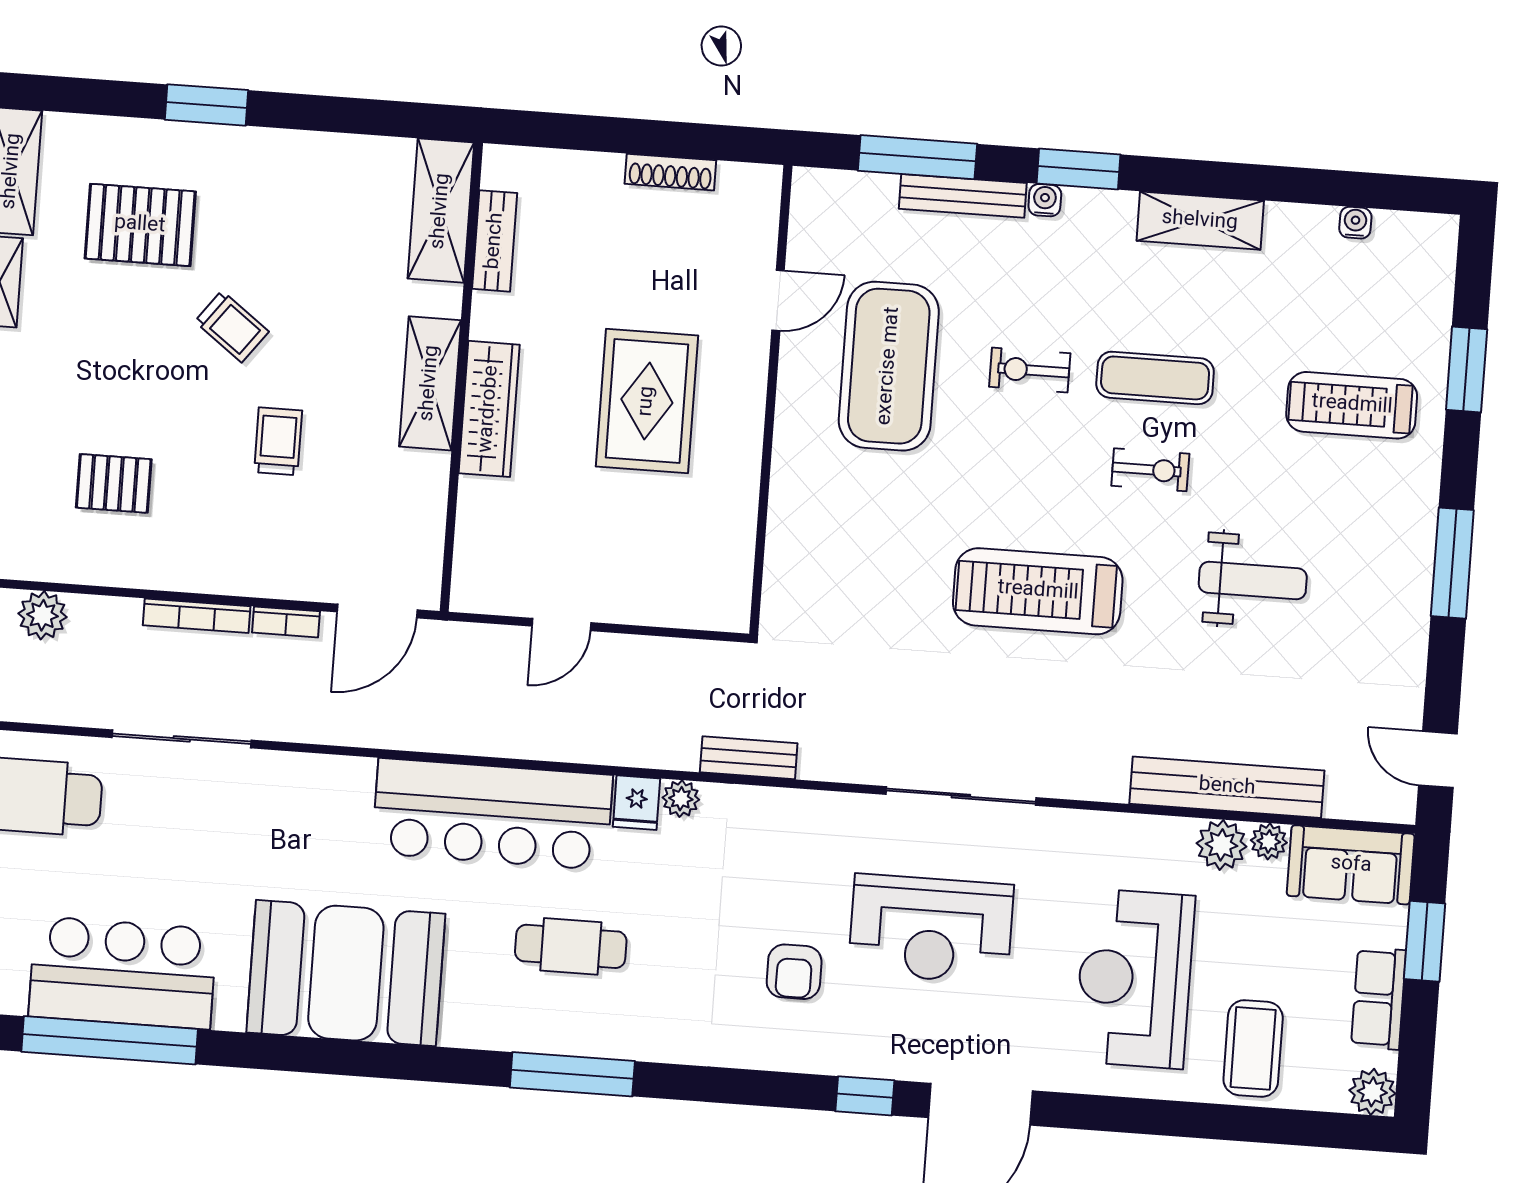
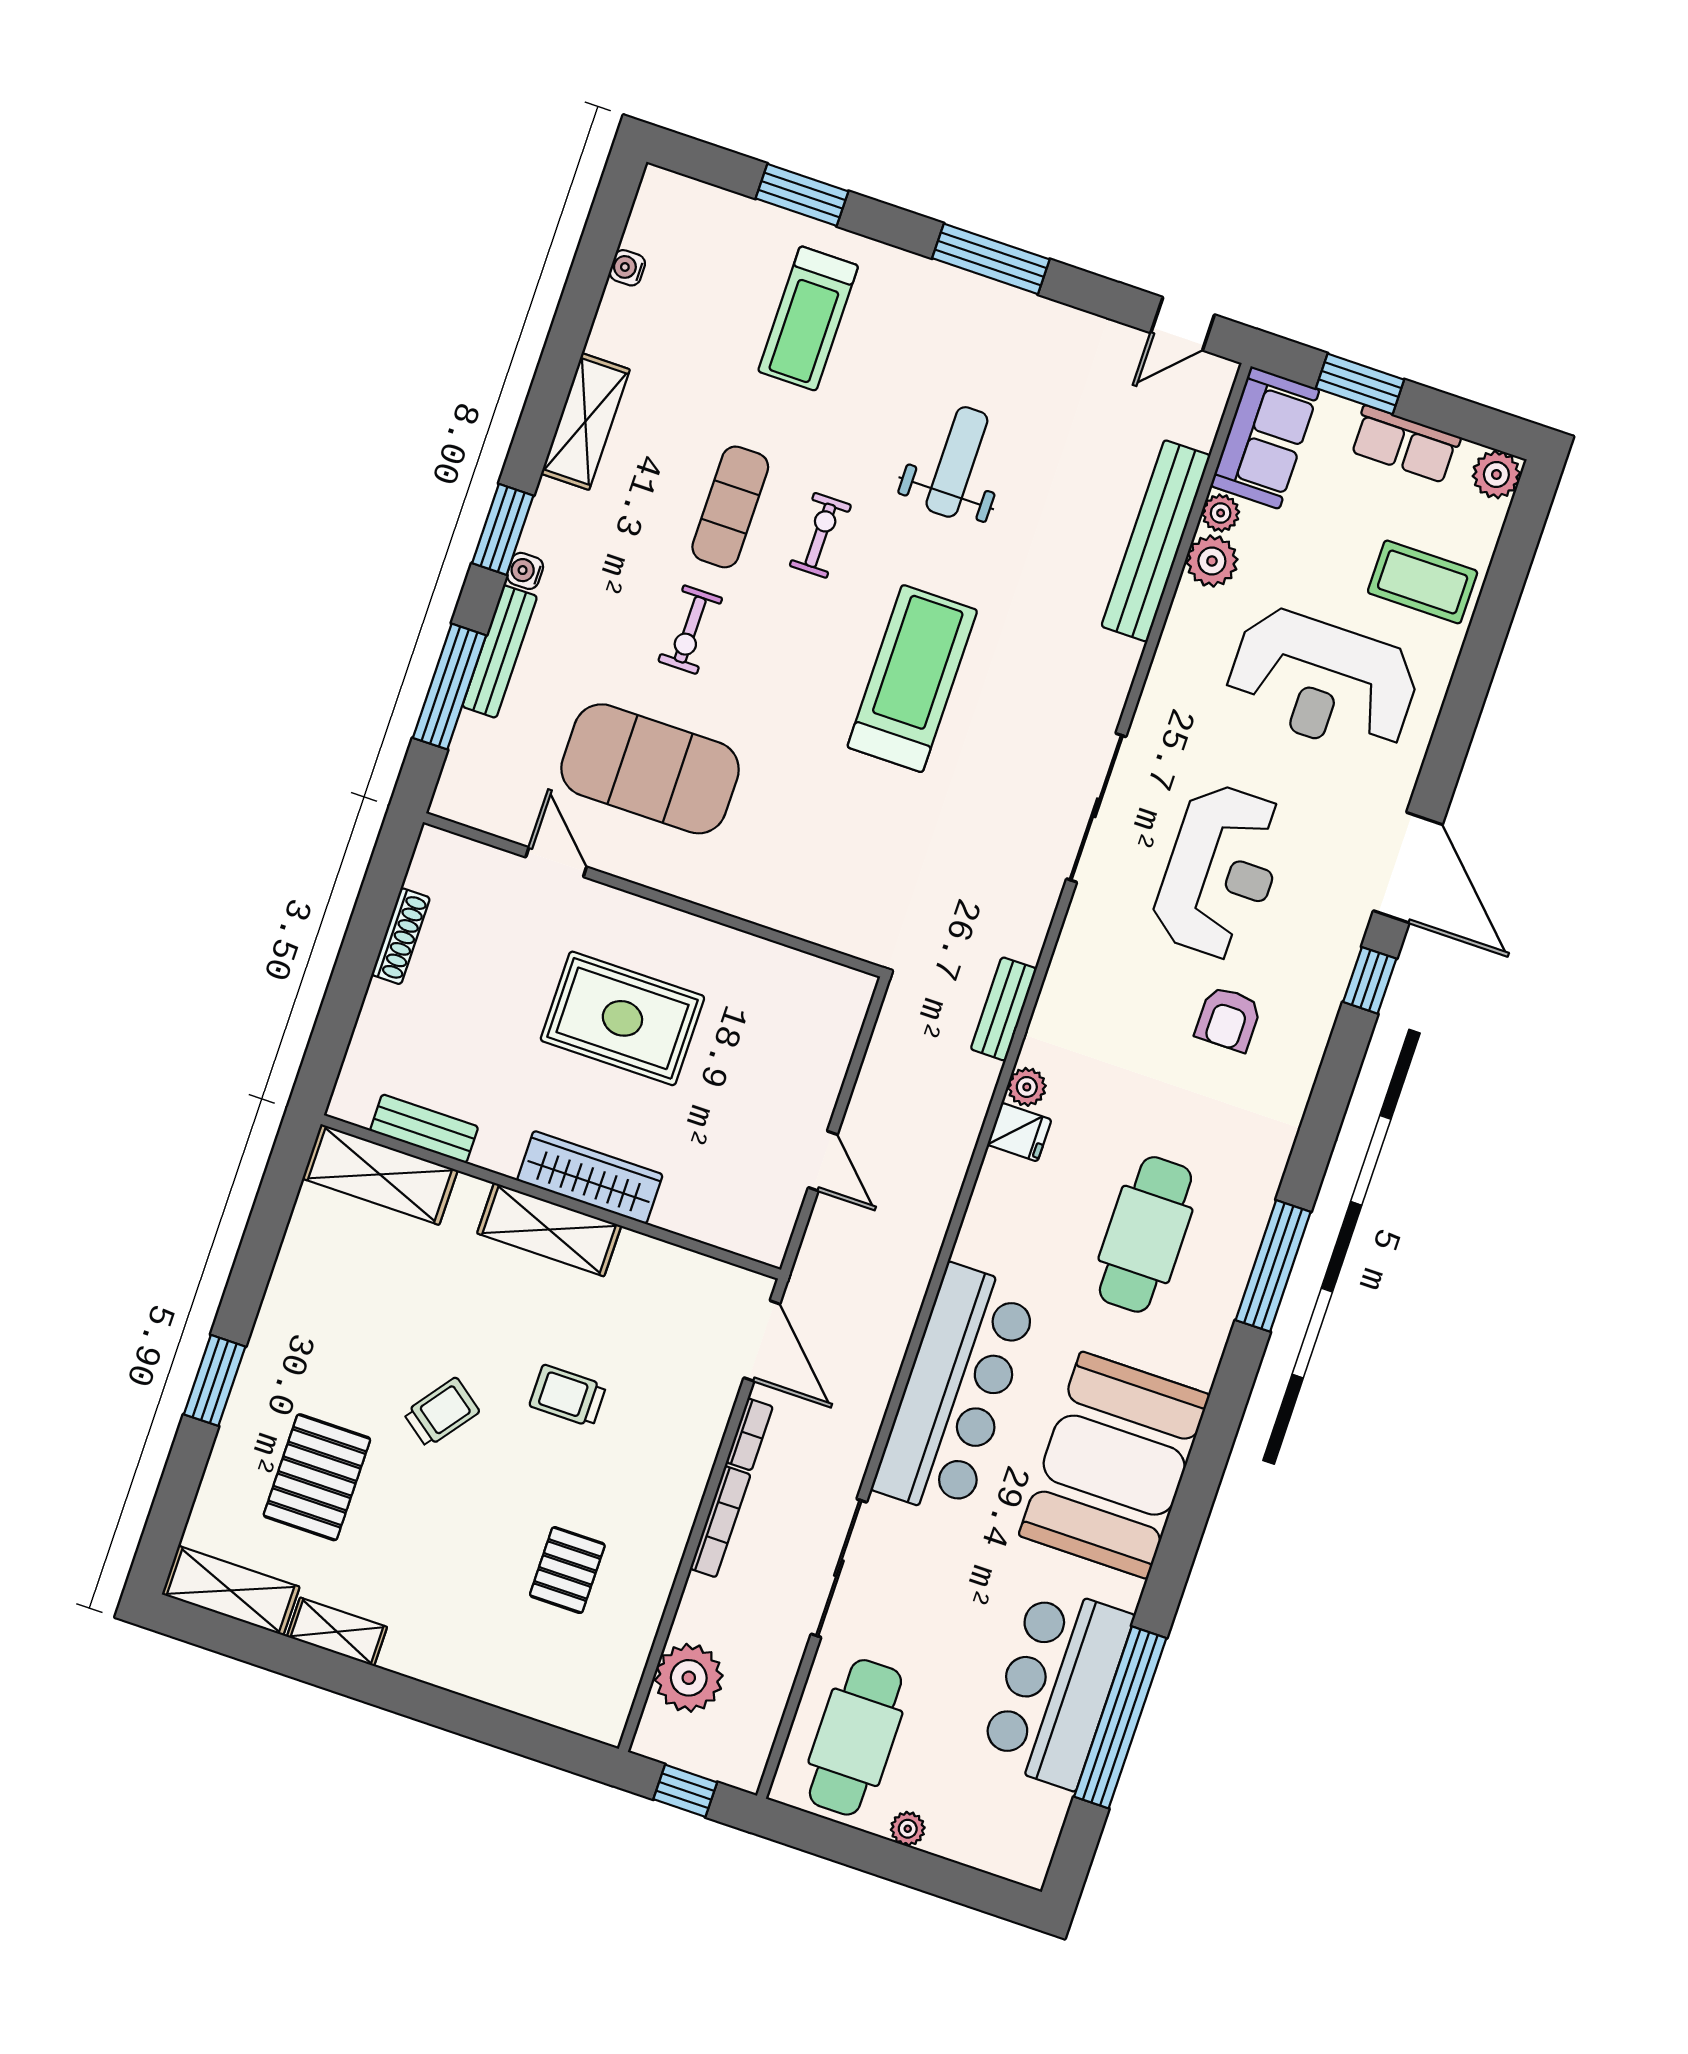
treadmill: (1038, 591) -> (912, 679), turned 180
plant: (42, 615) -> (689, 1678), width x1.36, depth x1.36
bar counter: (492, 814) -> (956, 1391), moved
cafe table: (571, 946) -> (1145, 1234), width x1.37, depth x1.35
armchair: (794, 972) -> (1228, 1019), turned 90

